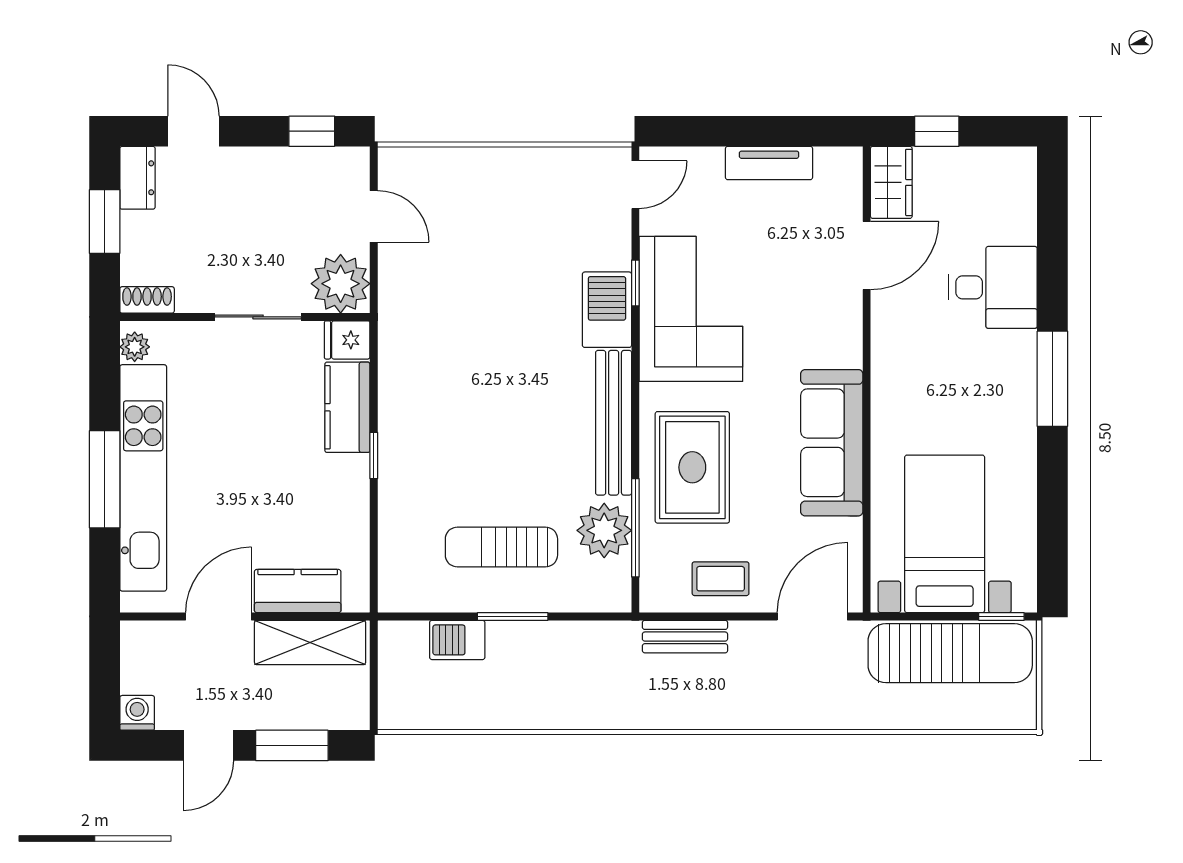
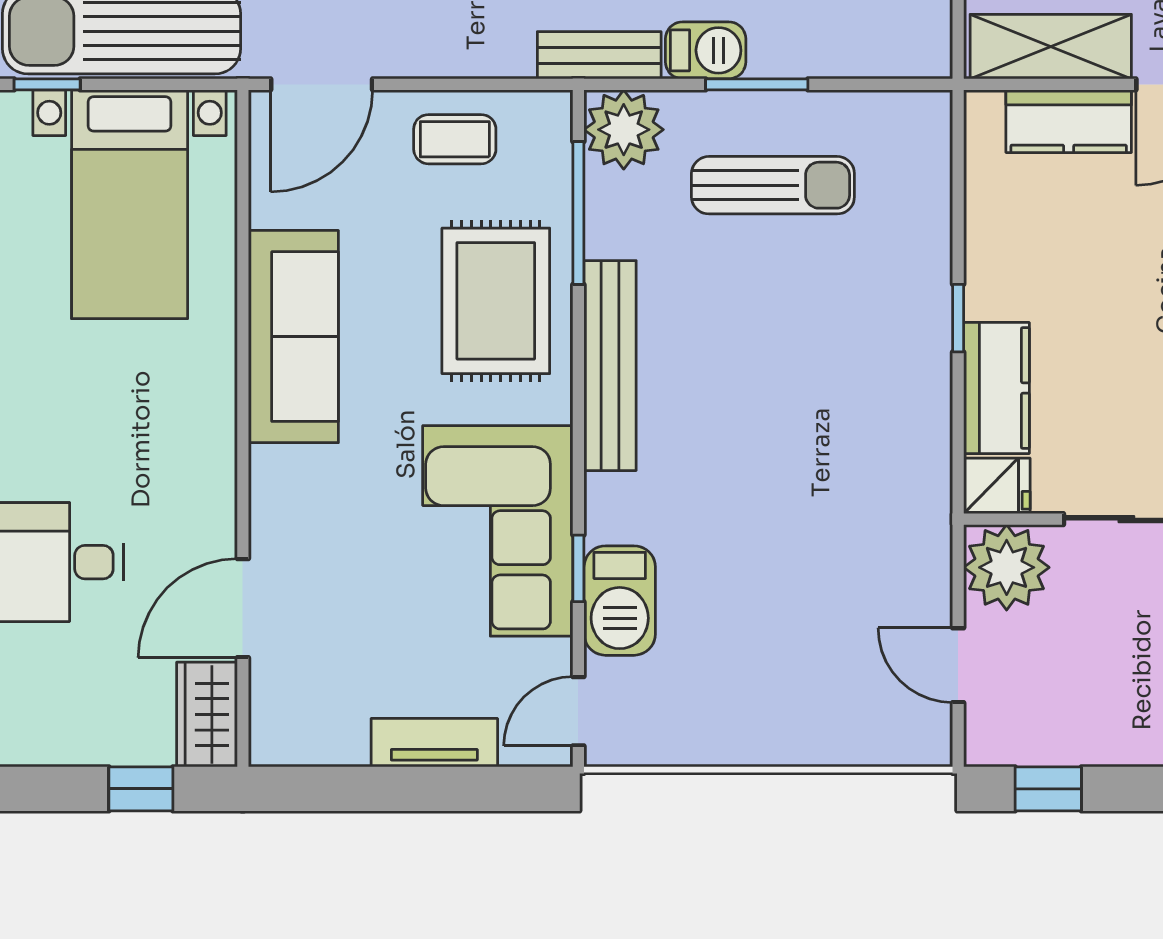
tv unit: (769, 163) -> (434, 743), moved
barbecue: (607, 310) -> (620, 601), moved
plant: (604, 530) -> (624, 130), moved
bench: (685, 637) -> (599, 55), moved
barbecue: (457, 640) -> (706, 50), moved

